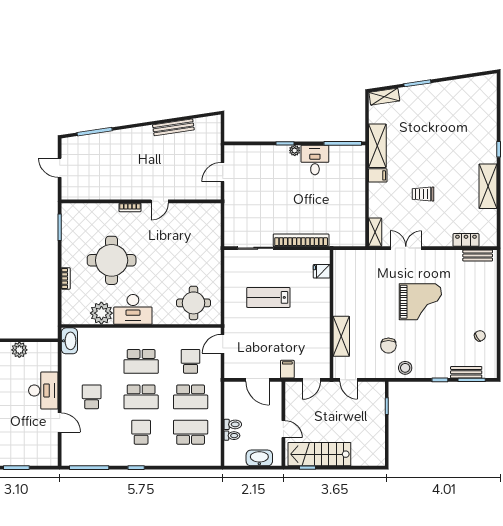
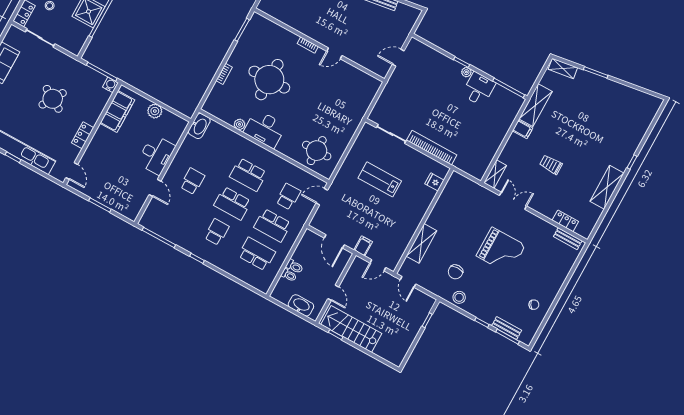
plant: (101, 313) -> (240, 124), width x0.53, depth x0.53

